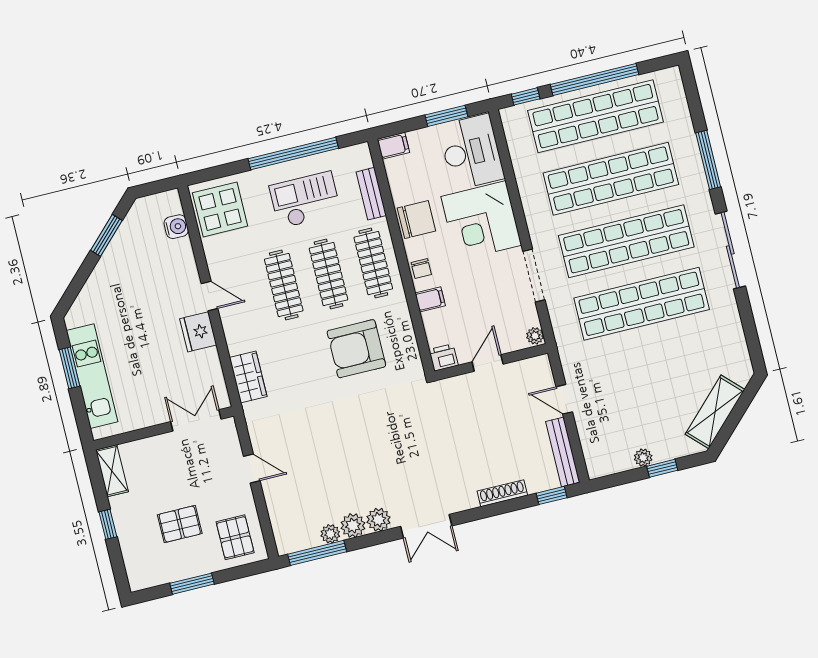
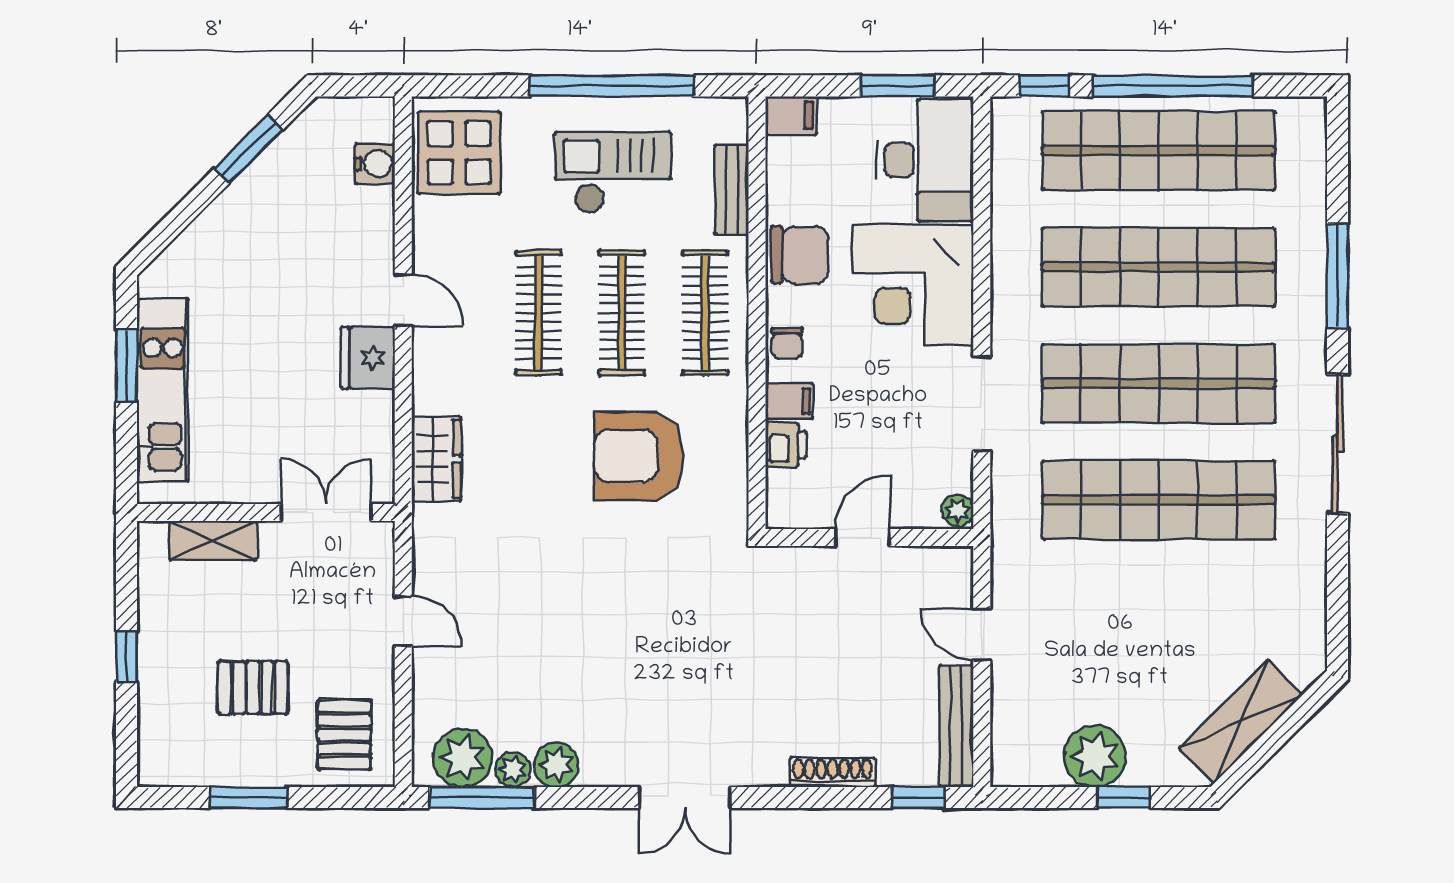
printer: (444, 357) -> (786, 445), moved, turned 90
plant: (643, 458) -> (1095, 756), width x1.88, depth x1.88
shelving: (112, 471) -> (213, 541), moved, turned 90
plant: (378, 520) -> (463, 758), moved, width x1.36, depth x1.36

